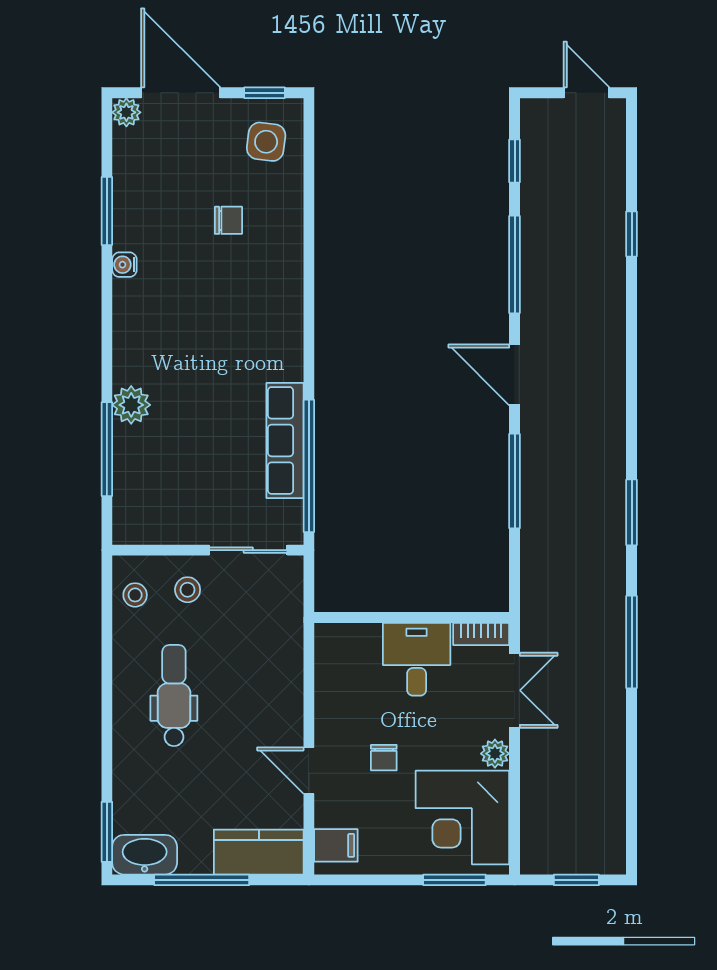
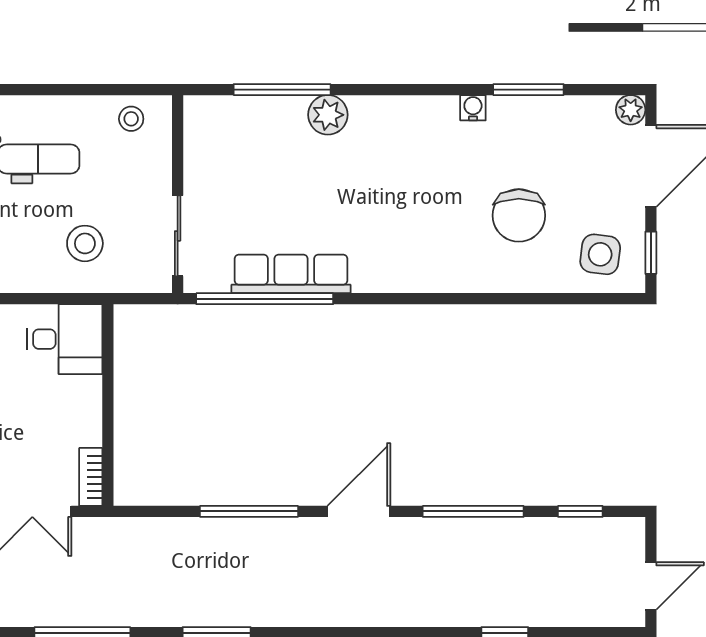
chair: (228, 220) -> (519, 215), width x1.87, depth x1.87
stool: (188, 590) -> (85, 243), moved, width x1.37, depth x1.37
desk: (417, 659) -> (65, 339), moved

